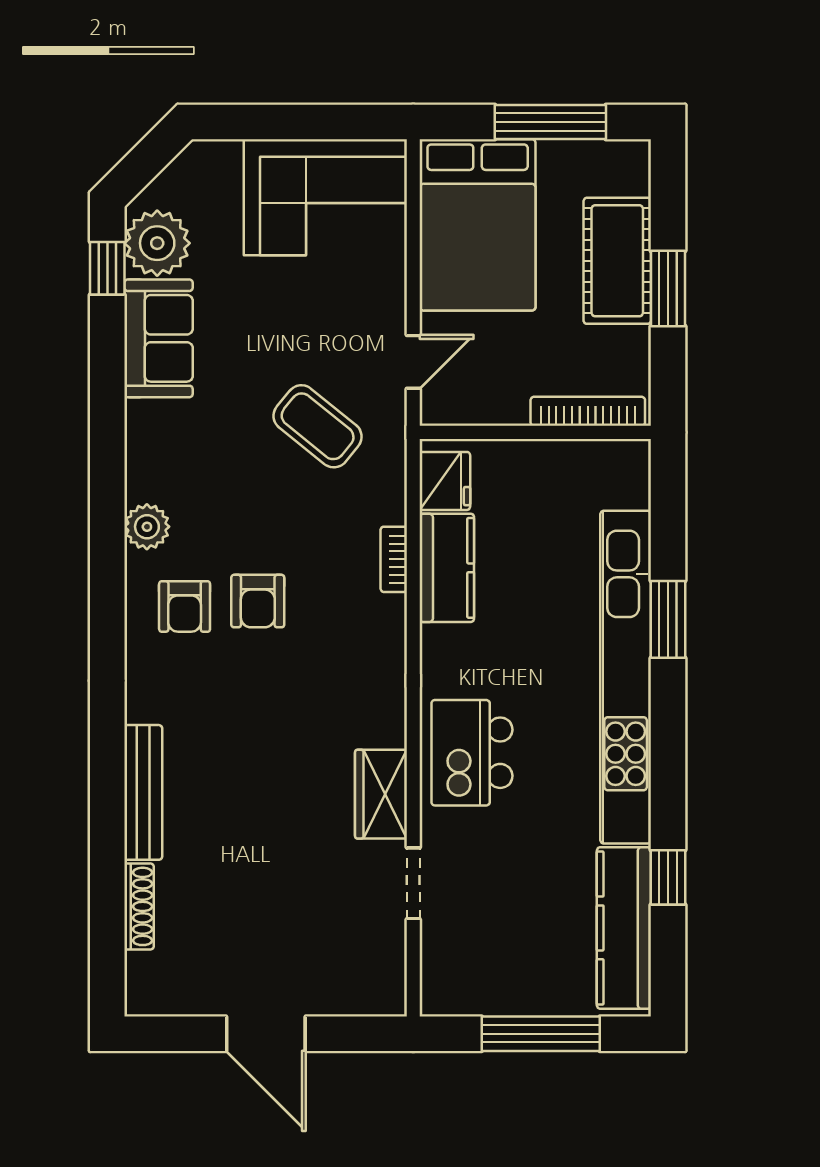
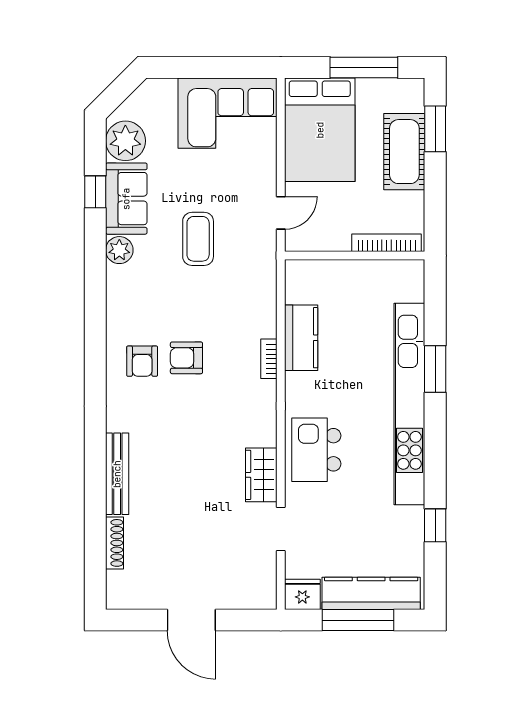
window: (107, 268) -> (95, 192), moved
window: (668, 289) -> (435, 129), moved
coffee table: (318, 426) -> (198, 239), moved, turned 51
fridge: (445, 481) -> (302, 594), moved, turned -90
plant: (147, 527) -> (119, 250), moved
bookcase: (394, 559) -> (269, 359), moved
armchair: (258, 601) -> (186, 358), turned 90
kitchen counter: (624, 928) -> (371, 593), moved, turned 90

